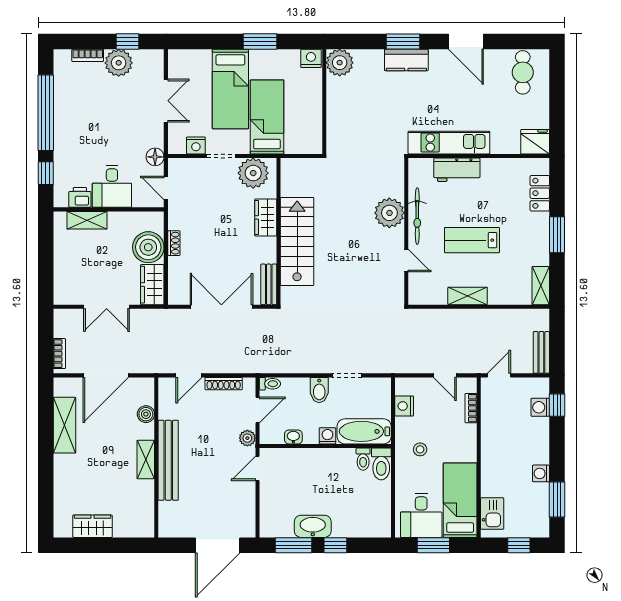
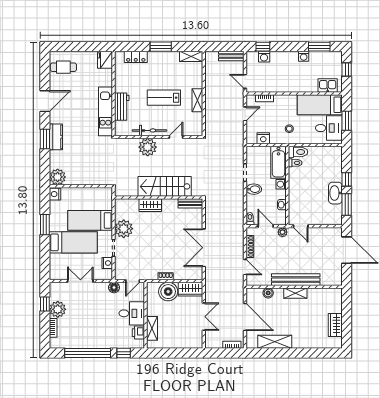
wardrobe: (266, 217) -> (150, 205), moved
wall: (278, 231) -> (159, 198), moved
lab bench: (472, 240) -> (164, 98), turned 90
stairs: (297, 241) -> (165, 186), moved
bench: (269, 284) -> (190, 203), moved

